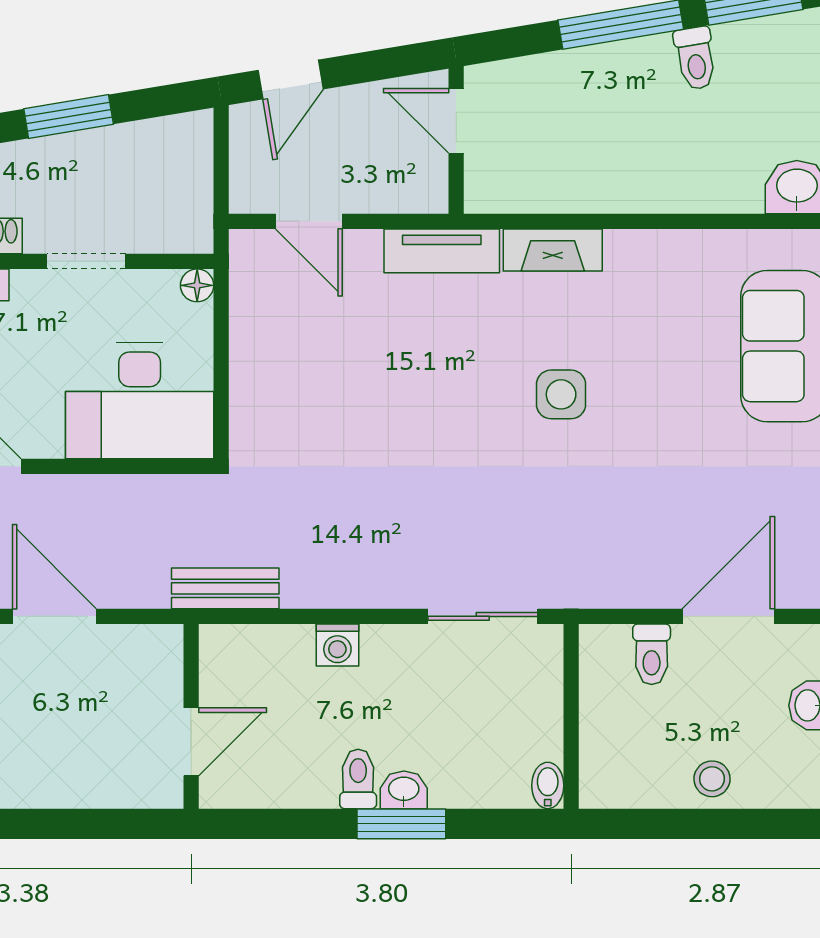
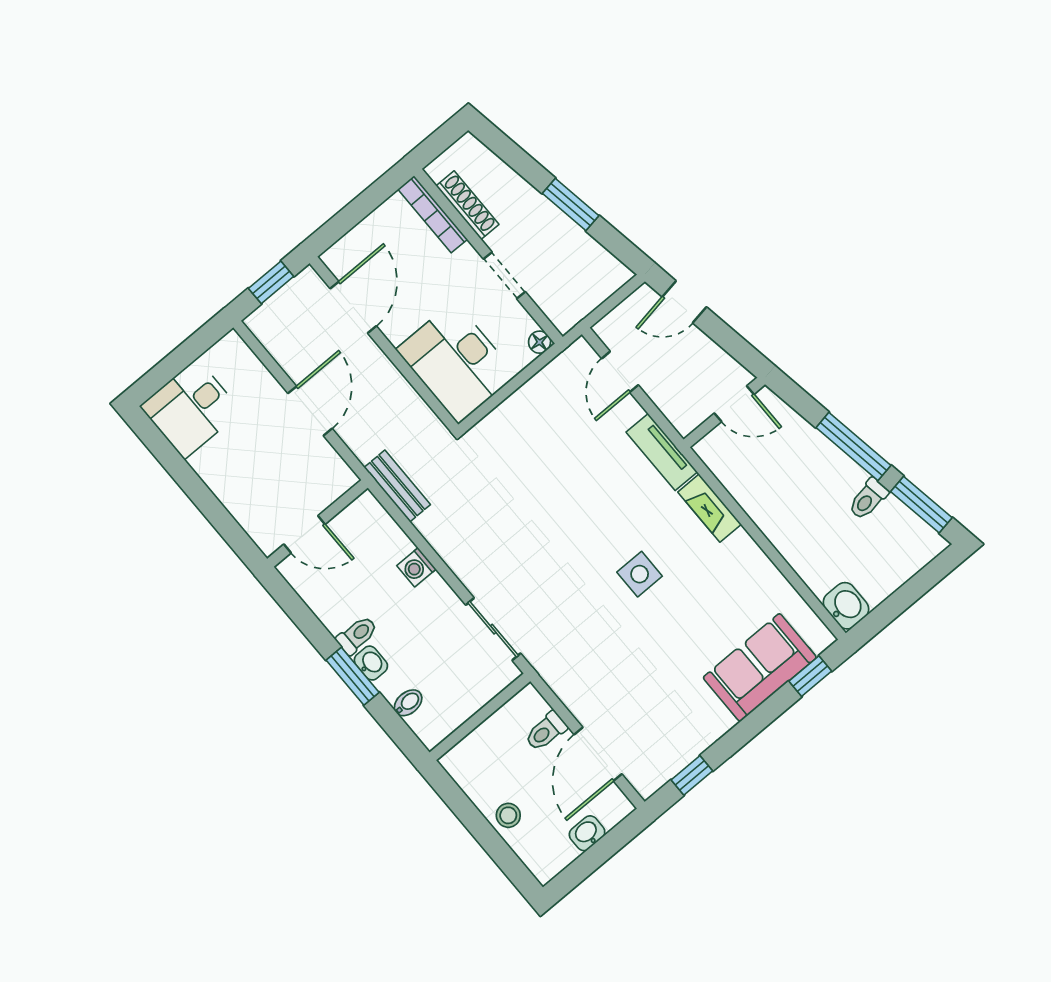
door: (456, 121) -> (734, 404), swing flipped
door: (728, 616) -> (598, 754), swing flipped
bidet: (548, 785) -> (408, 703), moved

